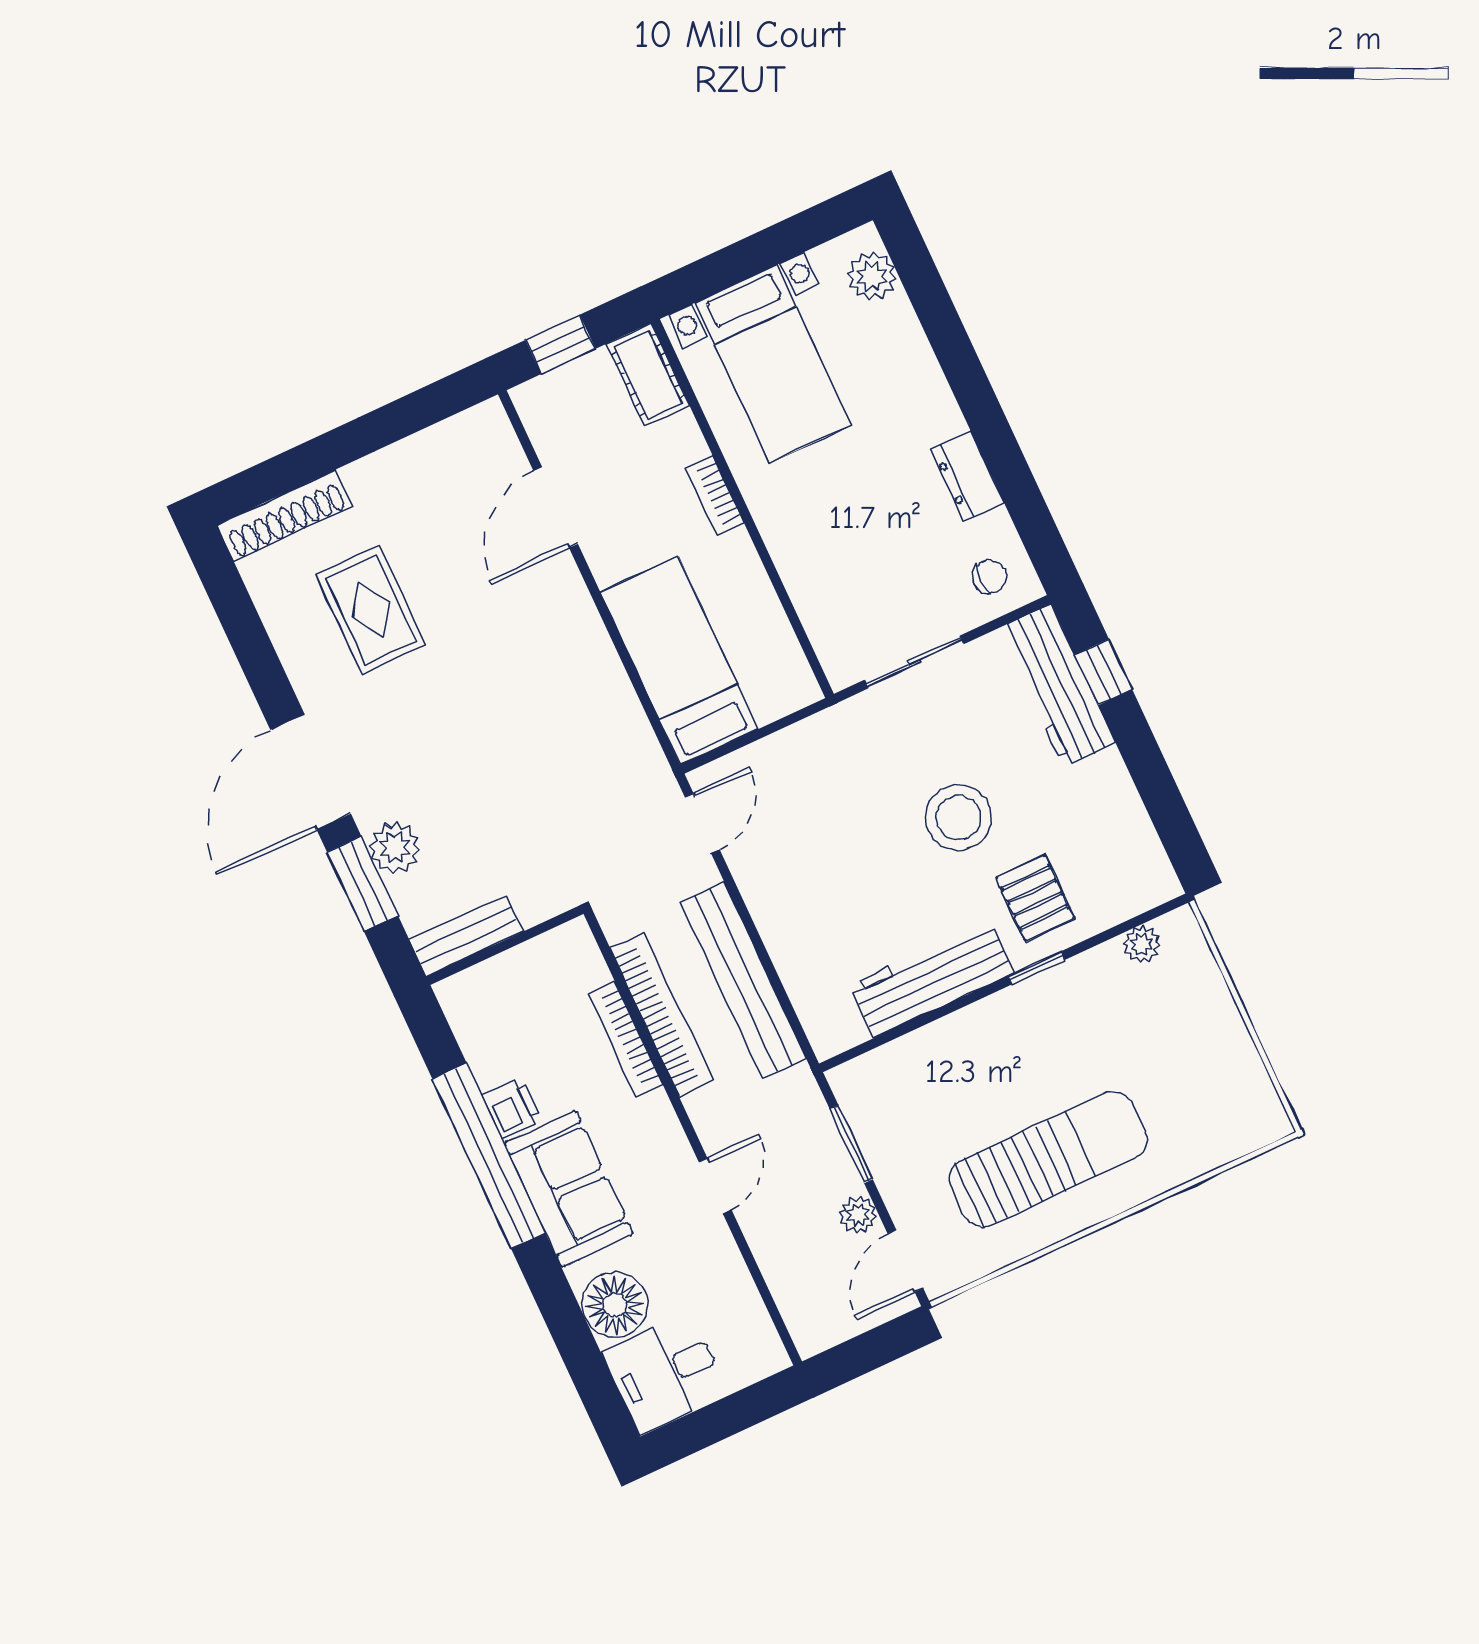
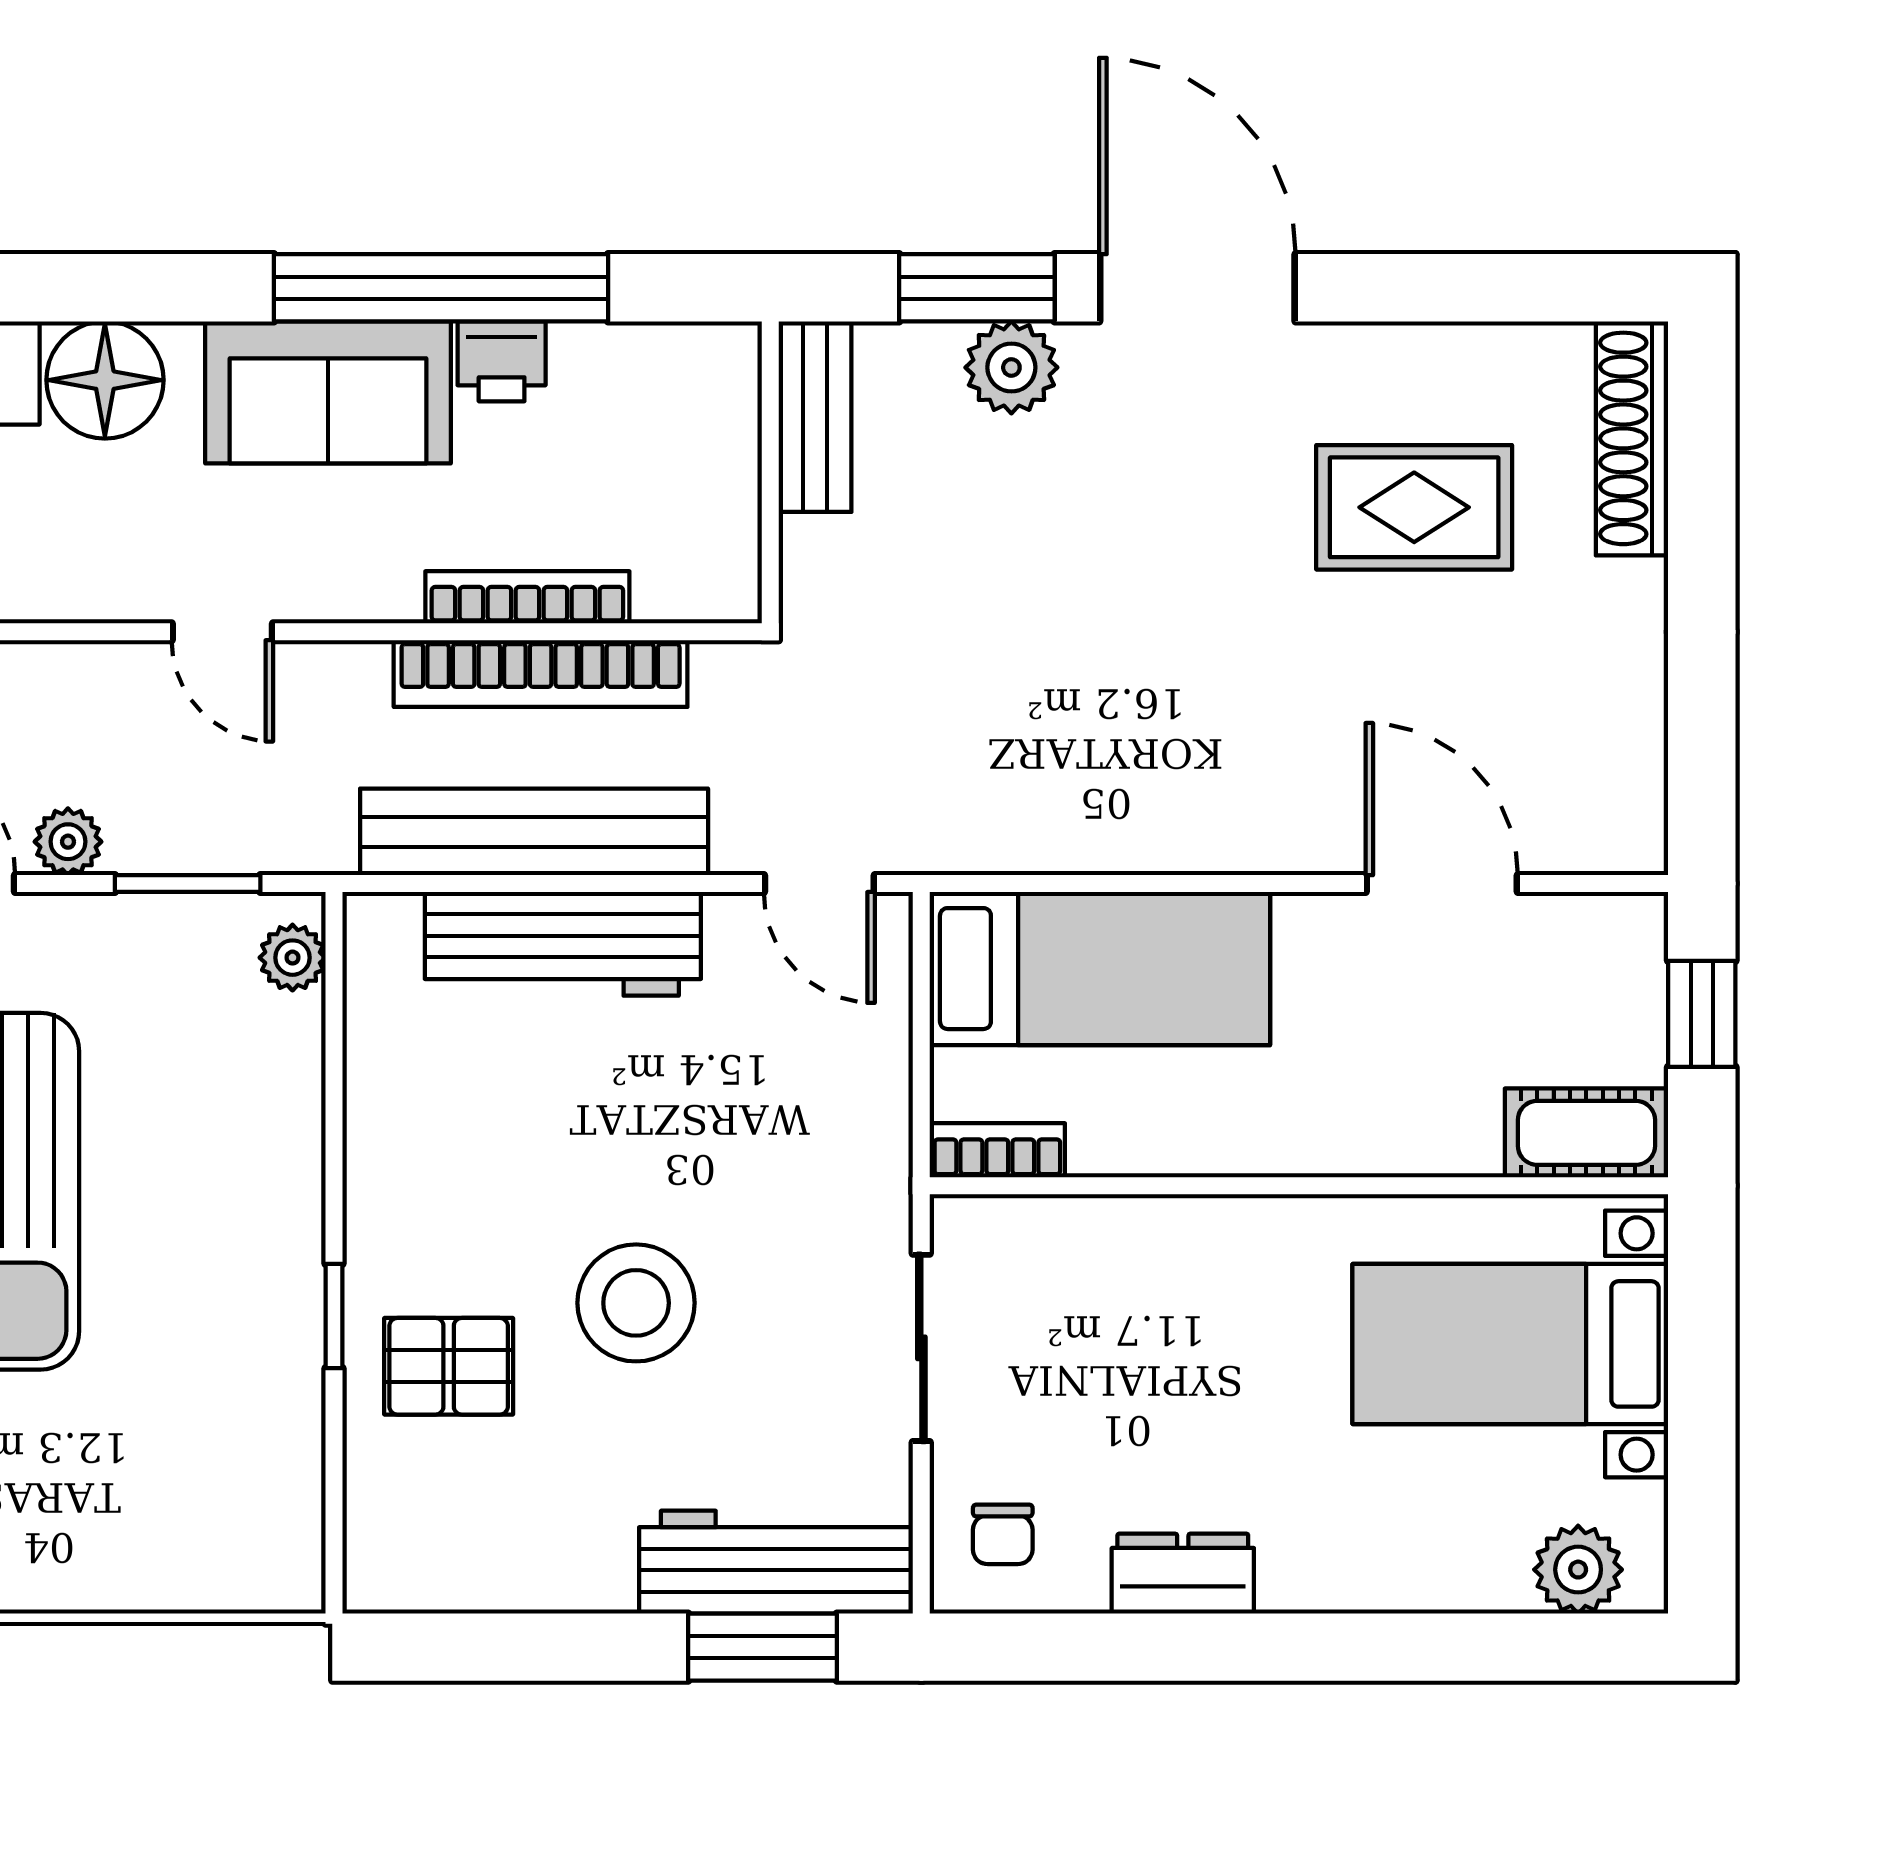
bookcase: (715, 495) -> (997, 1150), moved
window: (1103, 672) -> (762, 1647), width x1.50
plant: (1142, 945) -> (293, 958), moved
workbench: (932, 979) -> (563, 944), moved, turned 90

